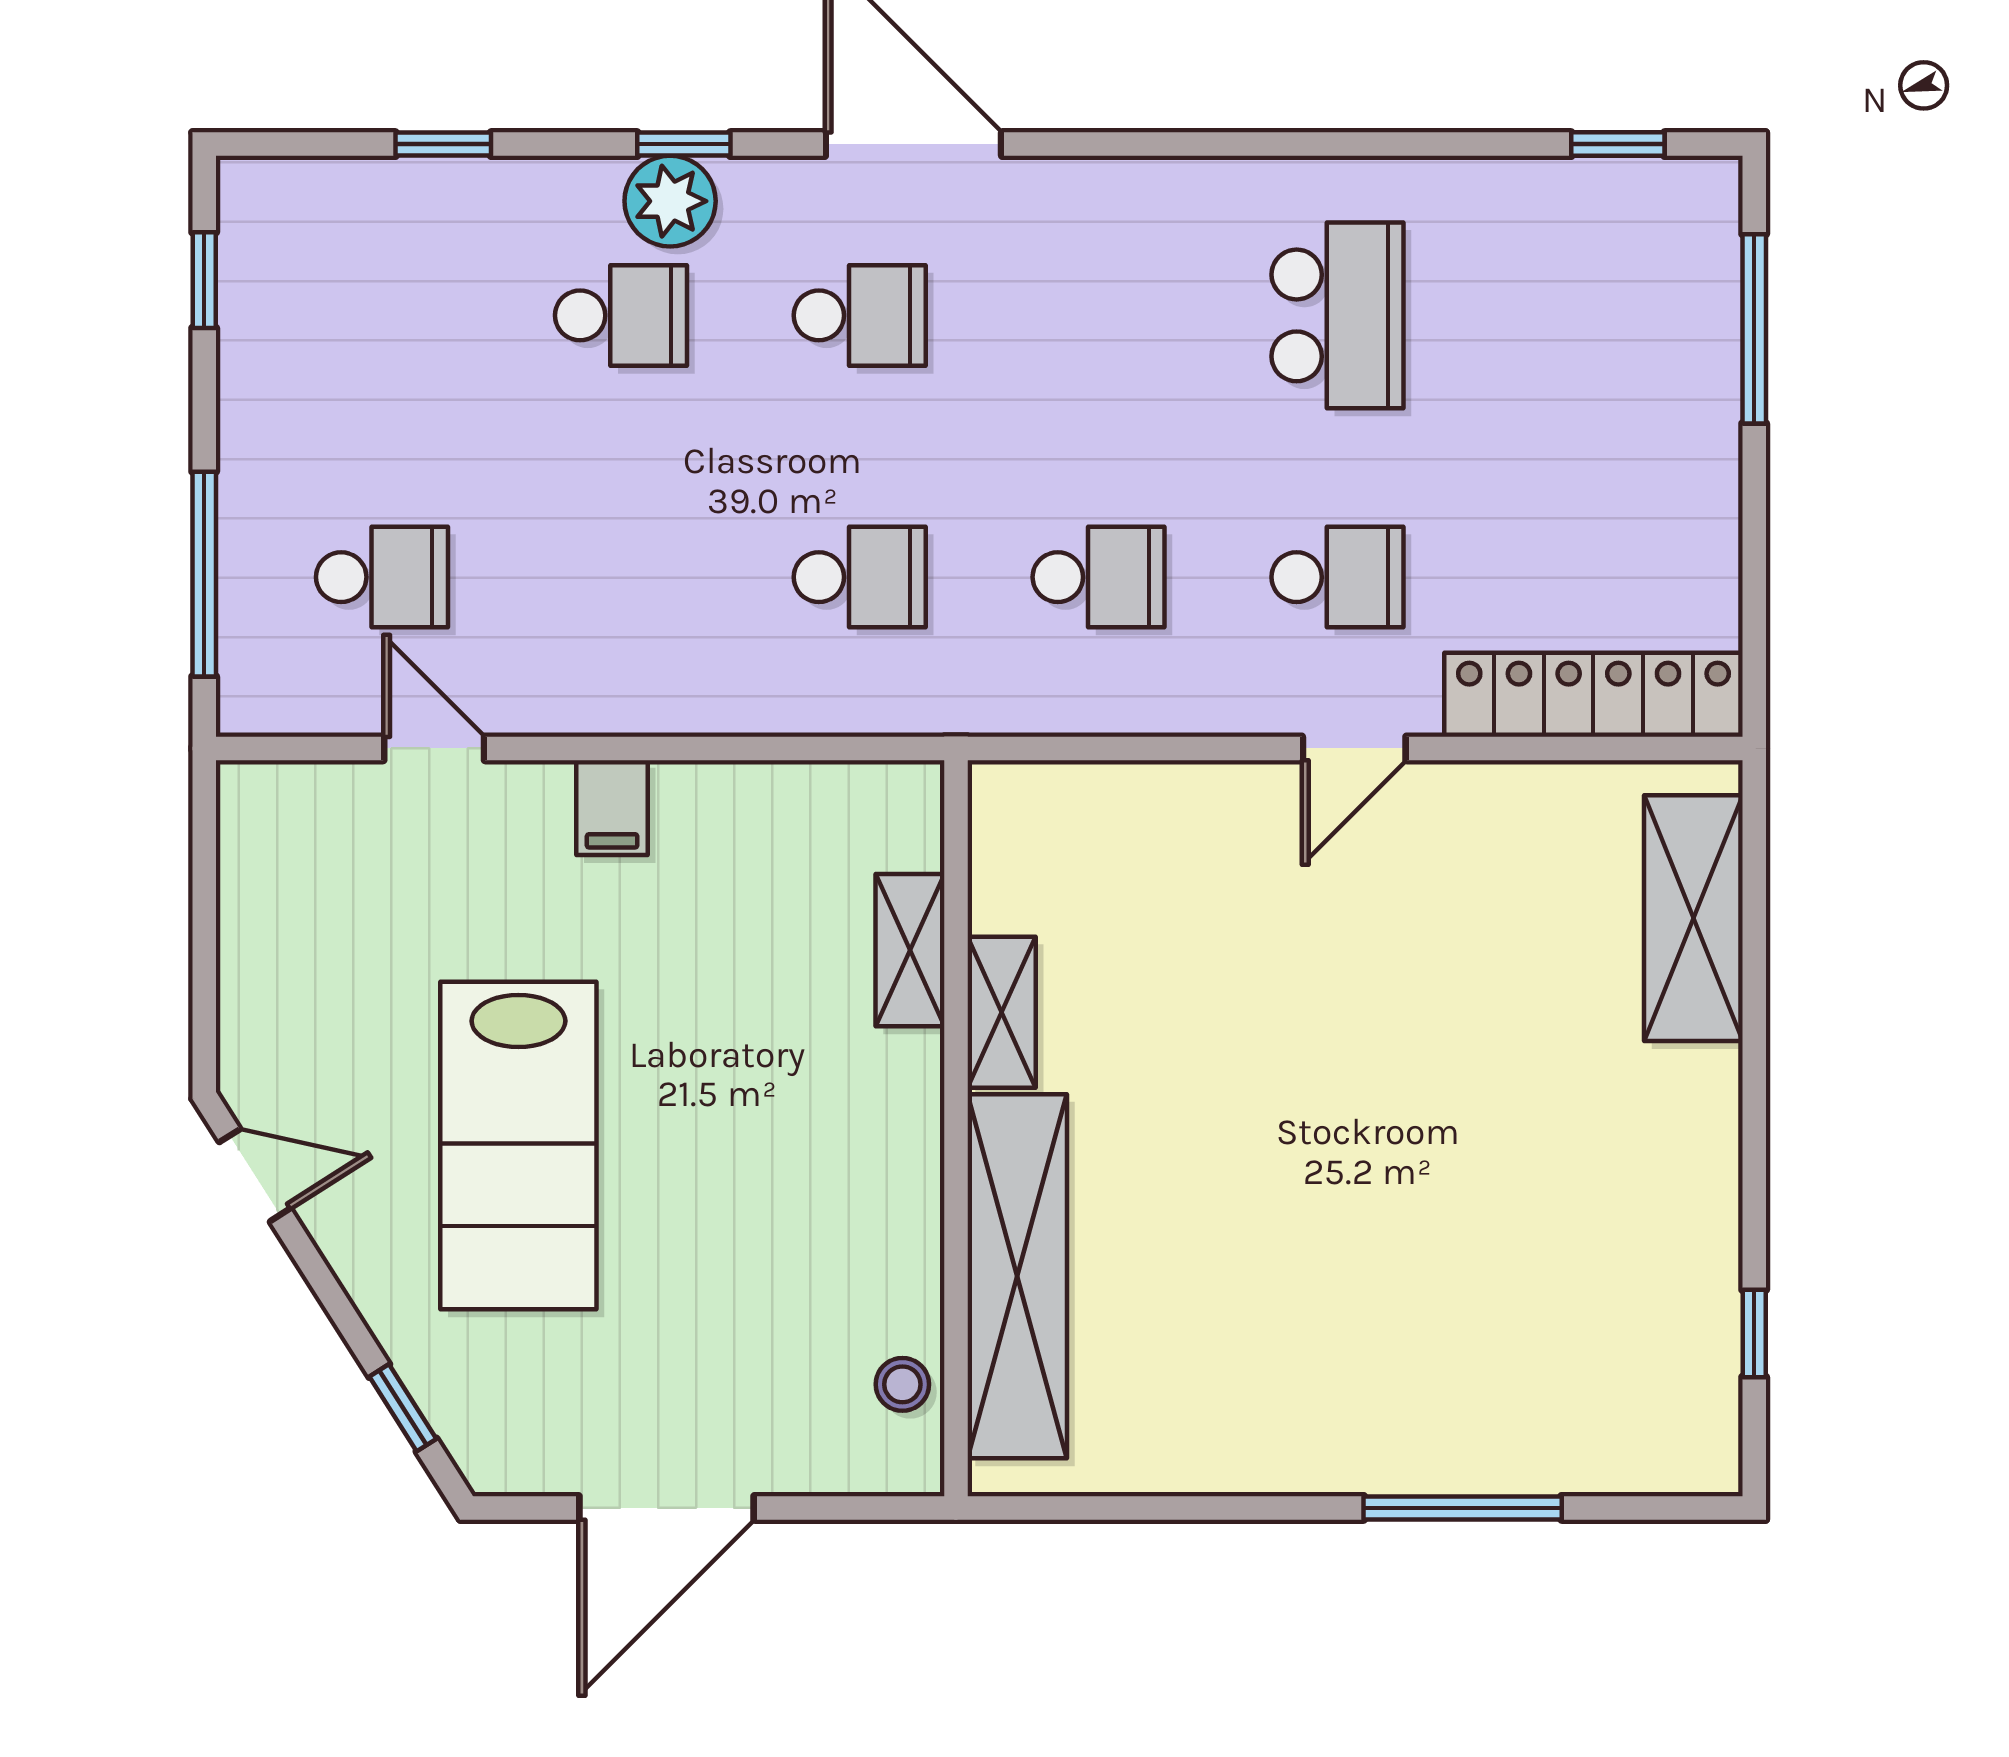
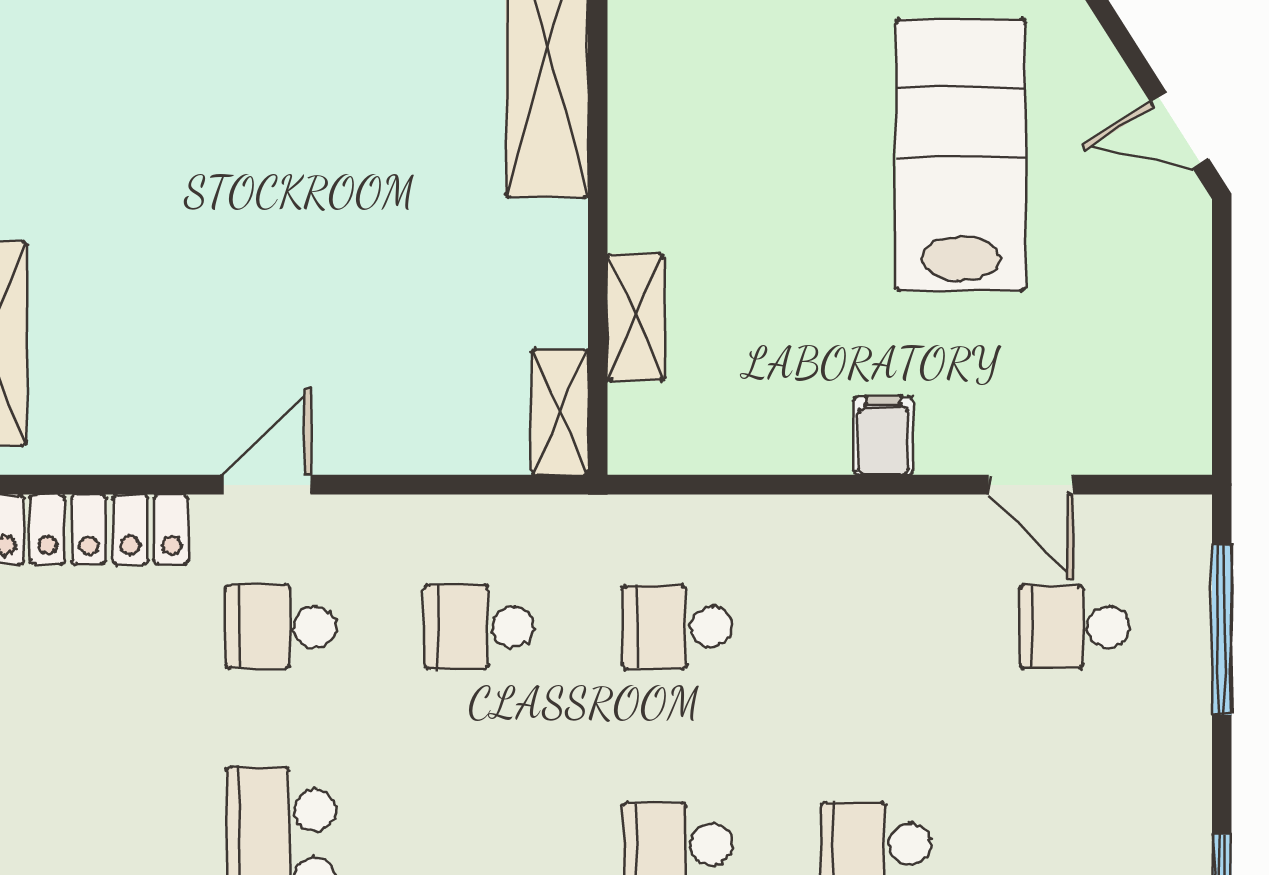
shelving: (1002, 1012) -> (560, 412), moved

